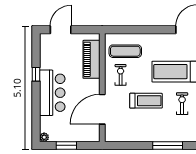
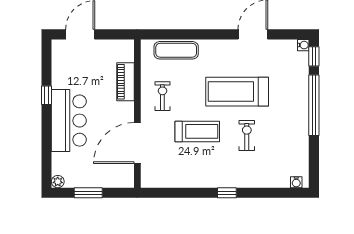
exercise mat: (125, 51) -> (176, 50), moved
piano: (91, 59) -> (125, 82), width x0.73, depth x0.75
window: (168, 145) -> (227, 193), width x0.46

